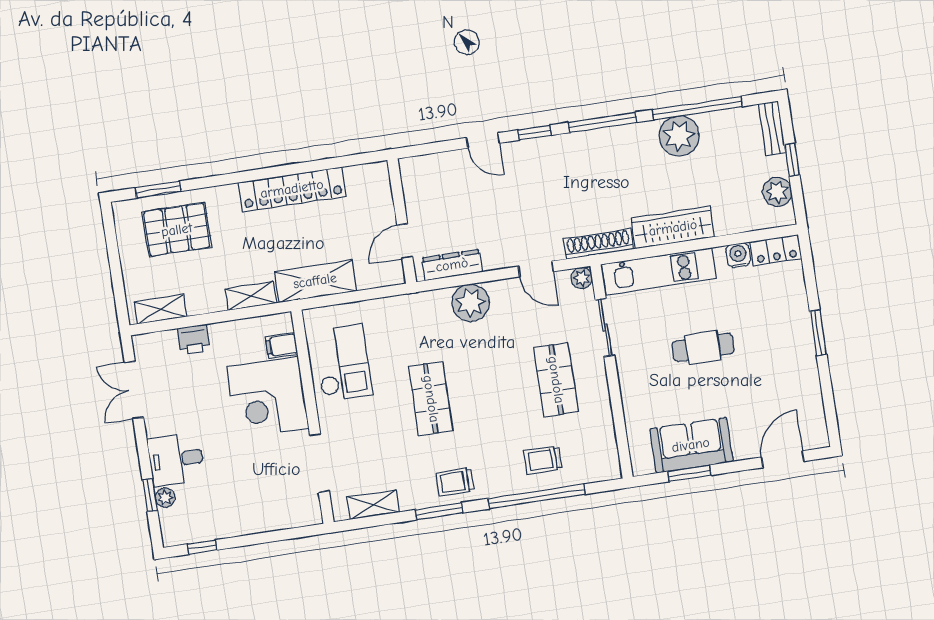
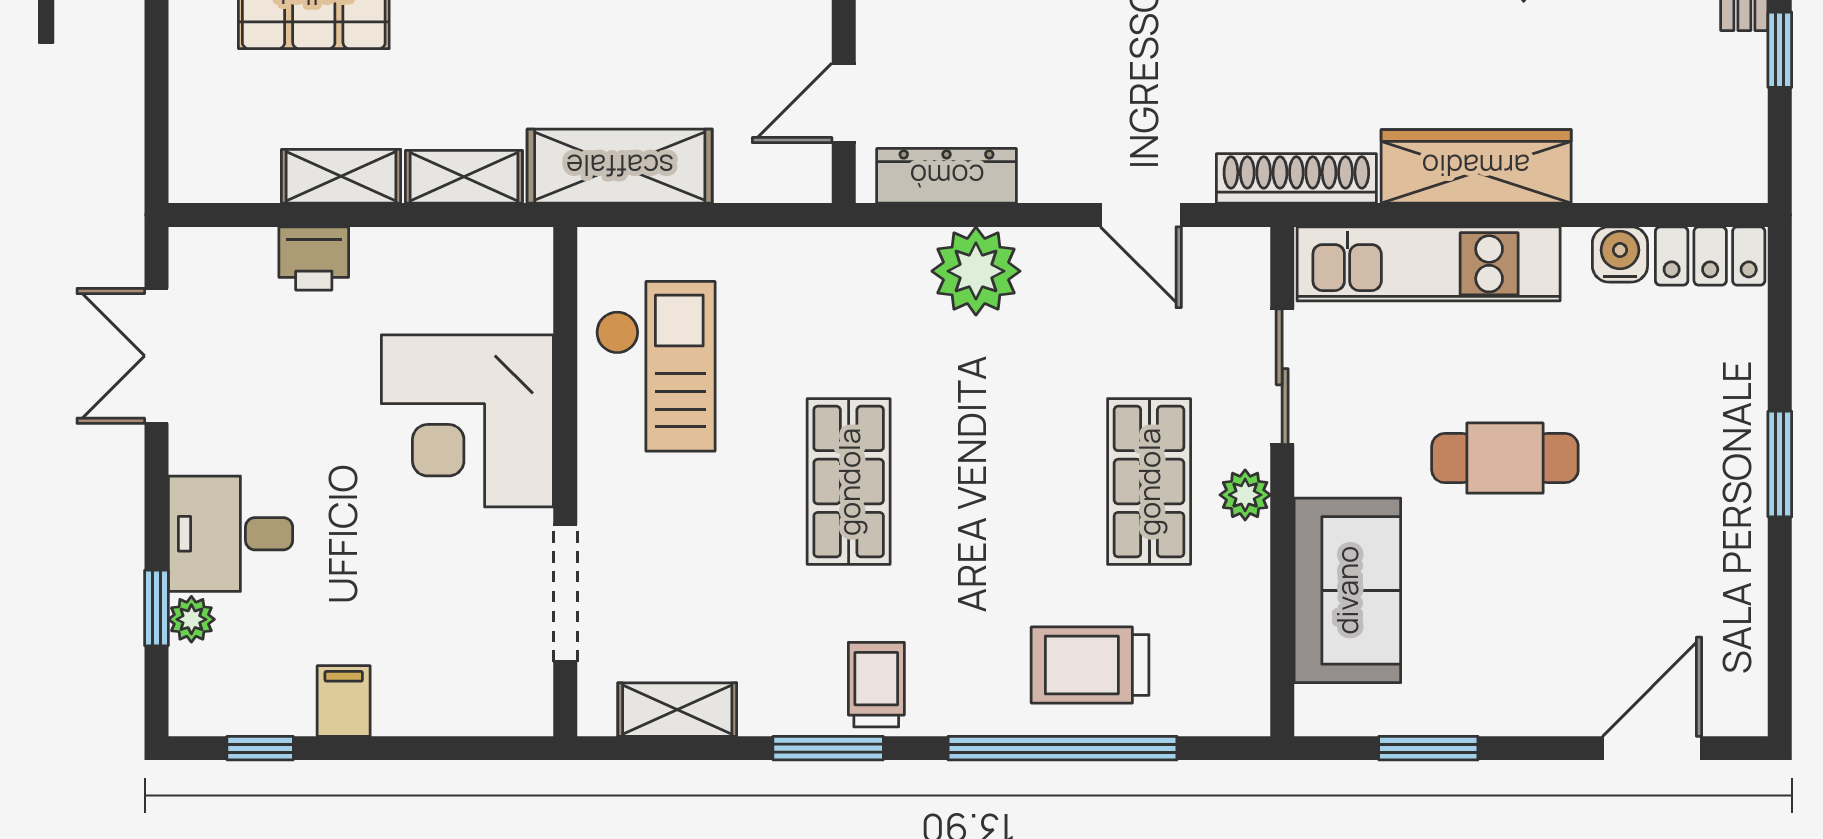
plant: (777, 192) -> (1734, 120), removed
plant: (582, 278) -> (1245, 495), moved
shelving: (160, 309) -> (341, 176), moved
filing cabinet: (282, 345) -> (344, 701), moved, turned 90
sofa: (691, 445) -> (1347, 590), moved, turned 90
trolley: (543, 460) -> (1090, 665), width x1.36, depth x1.39
trolley: (455, 482) -> (876, 685), turned 90

